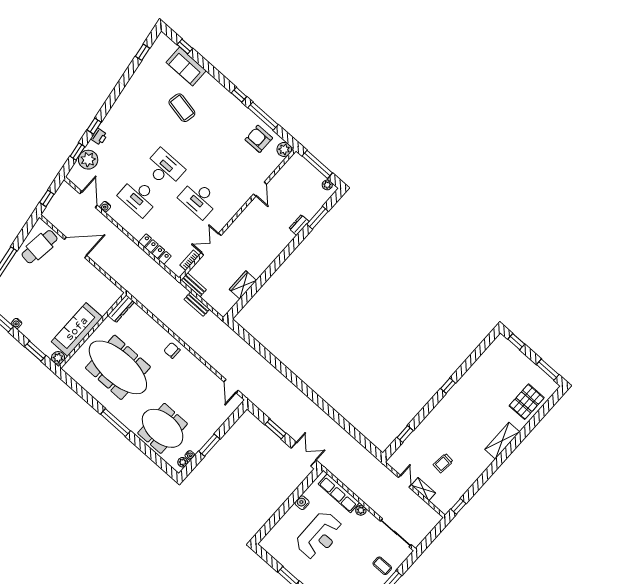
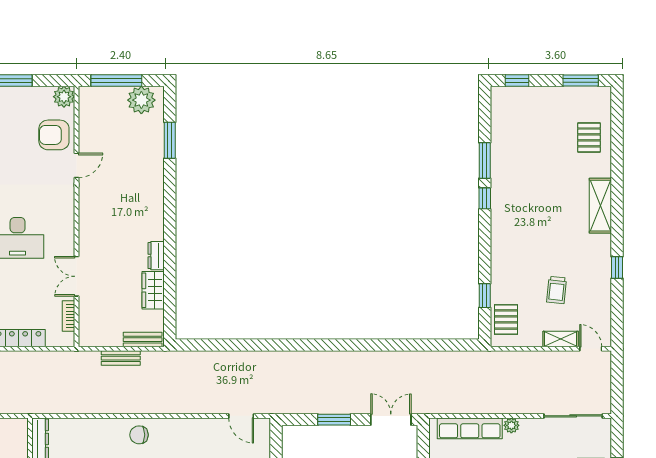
armchair: (259, 139) -> (54, 135), moved
plant: (327, 185) -> (141, 100), width x1.87, depth x1.87
door: (260, 189) -> (77, 165), hinge flipped
dresser: (299, 225) -> (156, 256), moved
bench: (194, 285) -> (143, 340), moved
window: (465, 367) -> (485, 161), added
pallet: (527, 402) -> (589, 137), width x0.67, depth x0.71
pallet: (405, 455) -> (506, 319), added
door: (405, 481) -> (591, 349), moved
window: (458, 506) -> (617, 268), moved

